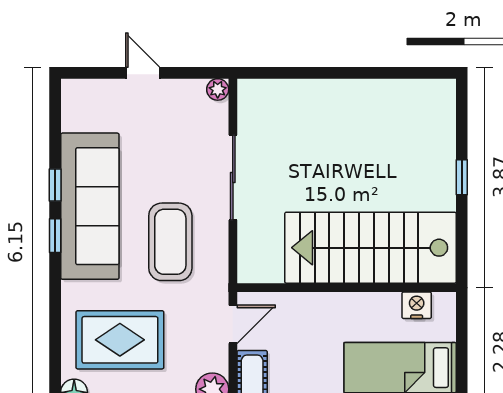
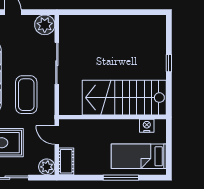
plant: (218, 89) -> (45, 25), width x1.87, depth x1.87
door: (233, 324) -> (57, 135), swing flipped

